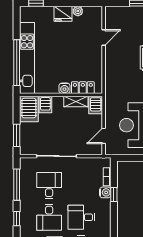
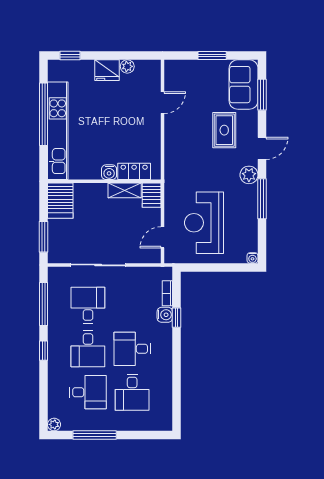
window: (17, 63) -> (44, 114), moved
server rack: (45, 104) -> (83, 194), removed

